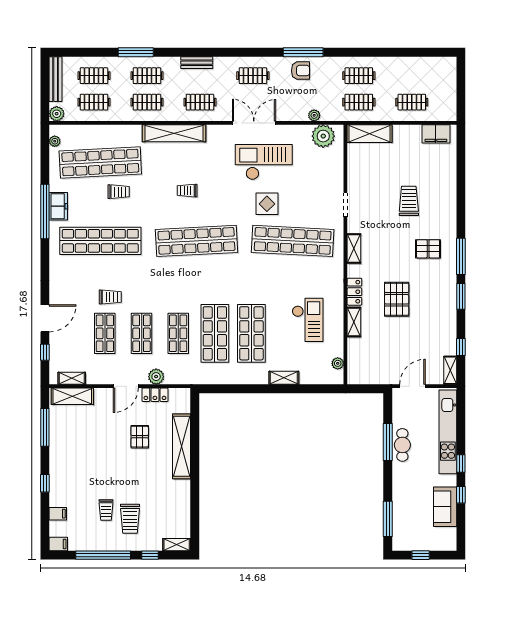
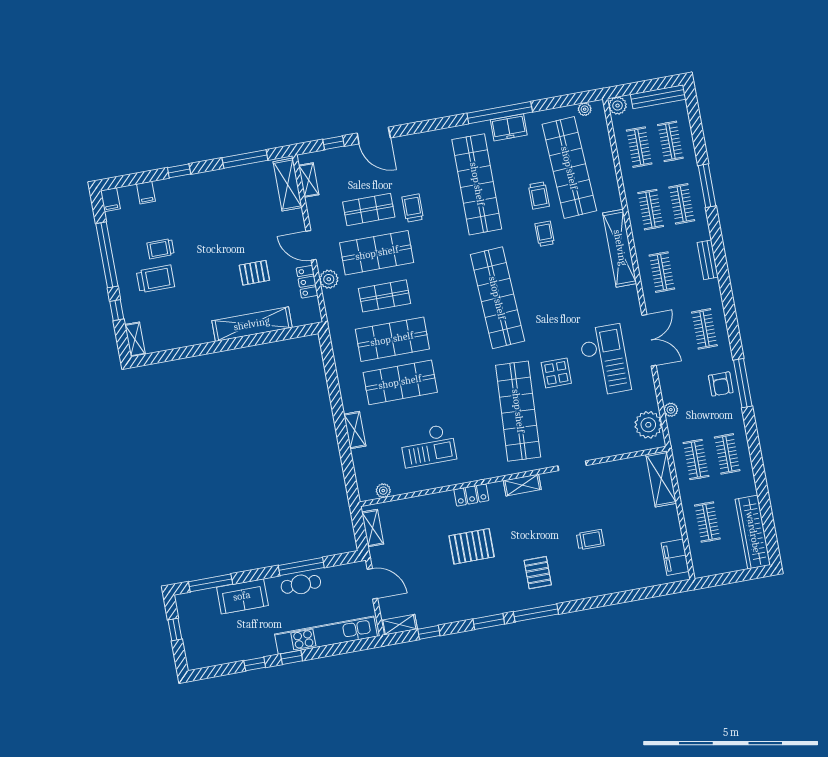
wardrobe: (427, 66) -> (753, 532), added
trolley: (187, 191) -> (545, 234), moved
trolley: (409, 201) -> (590, 540), width x0.73, depth x0.72
trolley: (110, 297) -> (413, 208), turned 180
shelving: (354, 322) -> (373, 528), moved, turned 90
shop shelf: (142, 333) -> (377, 253), width x1.43, depth x1.36
sofa: (445, 507) -> (242, 596), moved, turned 180
trolley: (130, 519) -> (155, 279), turned 180

